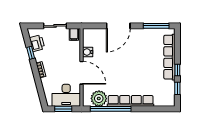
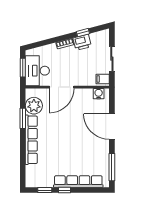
printer: (37, 43) -> (82, 42), moved
water cooler: (88, 52) -> (99, 94), moved
window: (111, 109) -> (23, 118), width x0.47

